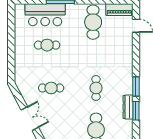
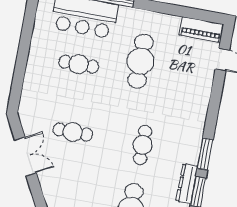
cafe table: (93, 22) -> (140, 61), moved
double door: (30, 119) -> (25, 156), moved

